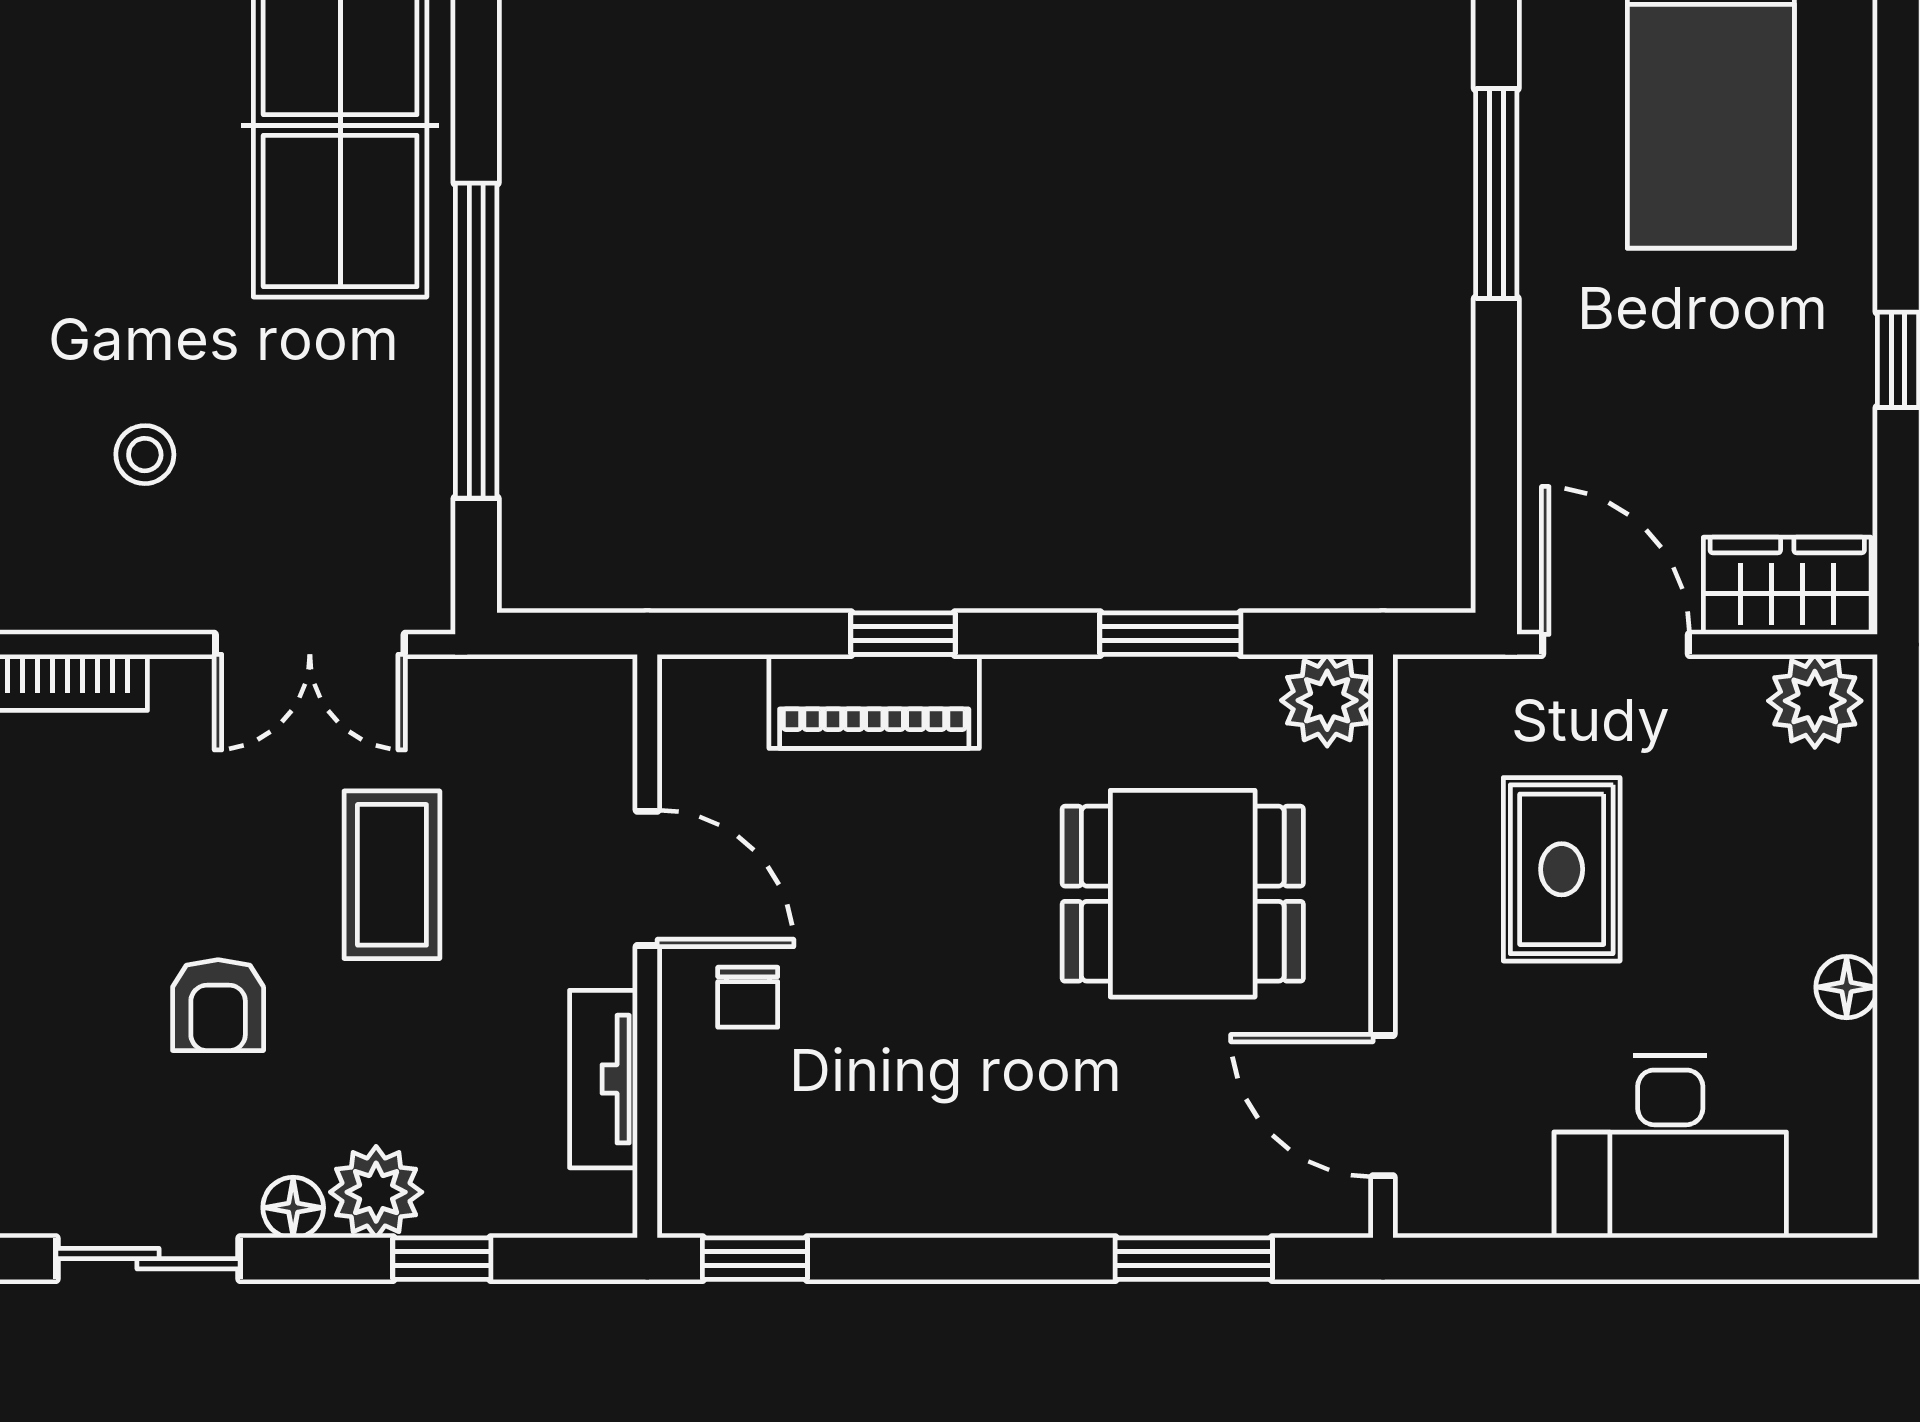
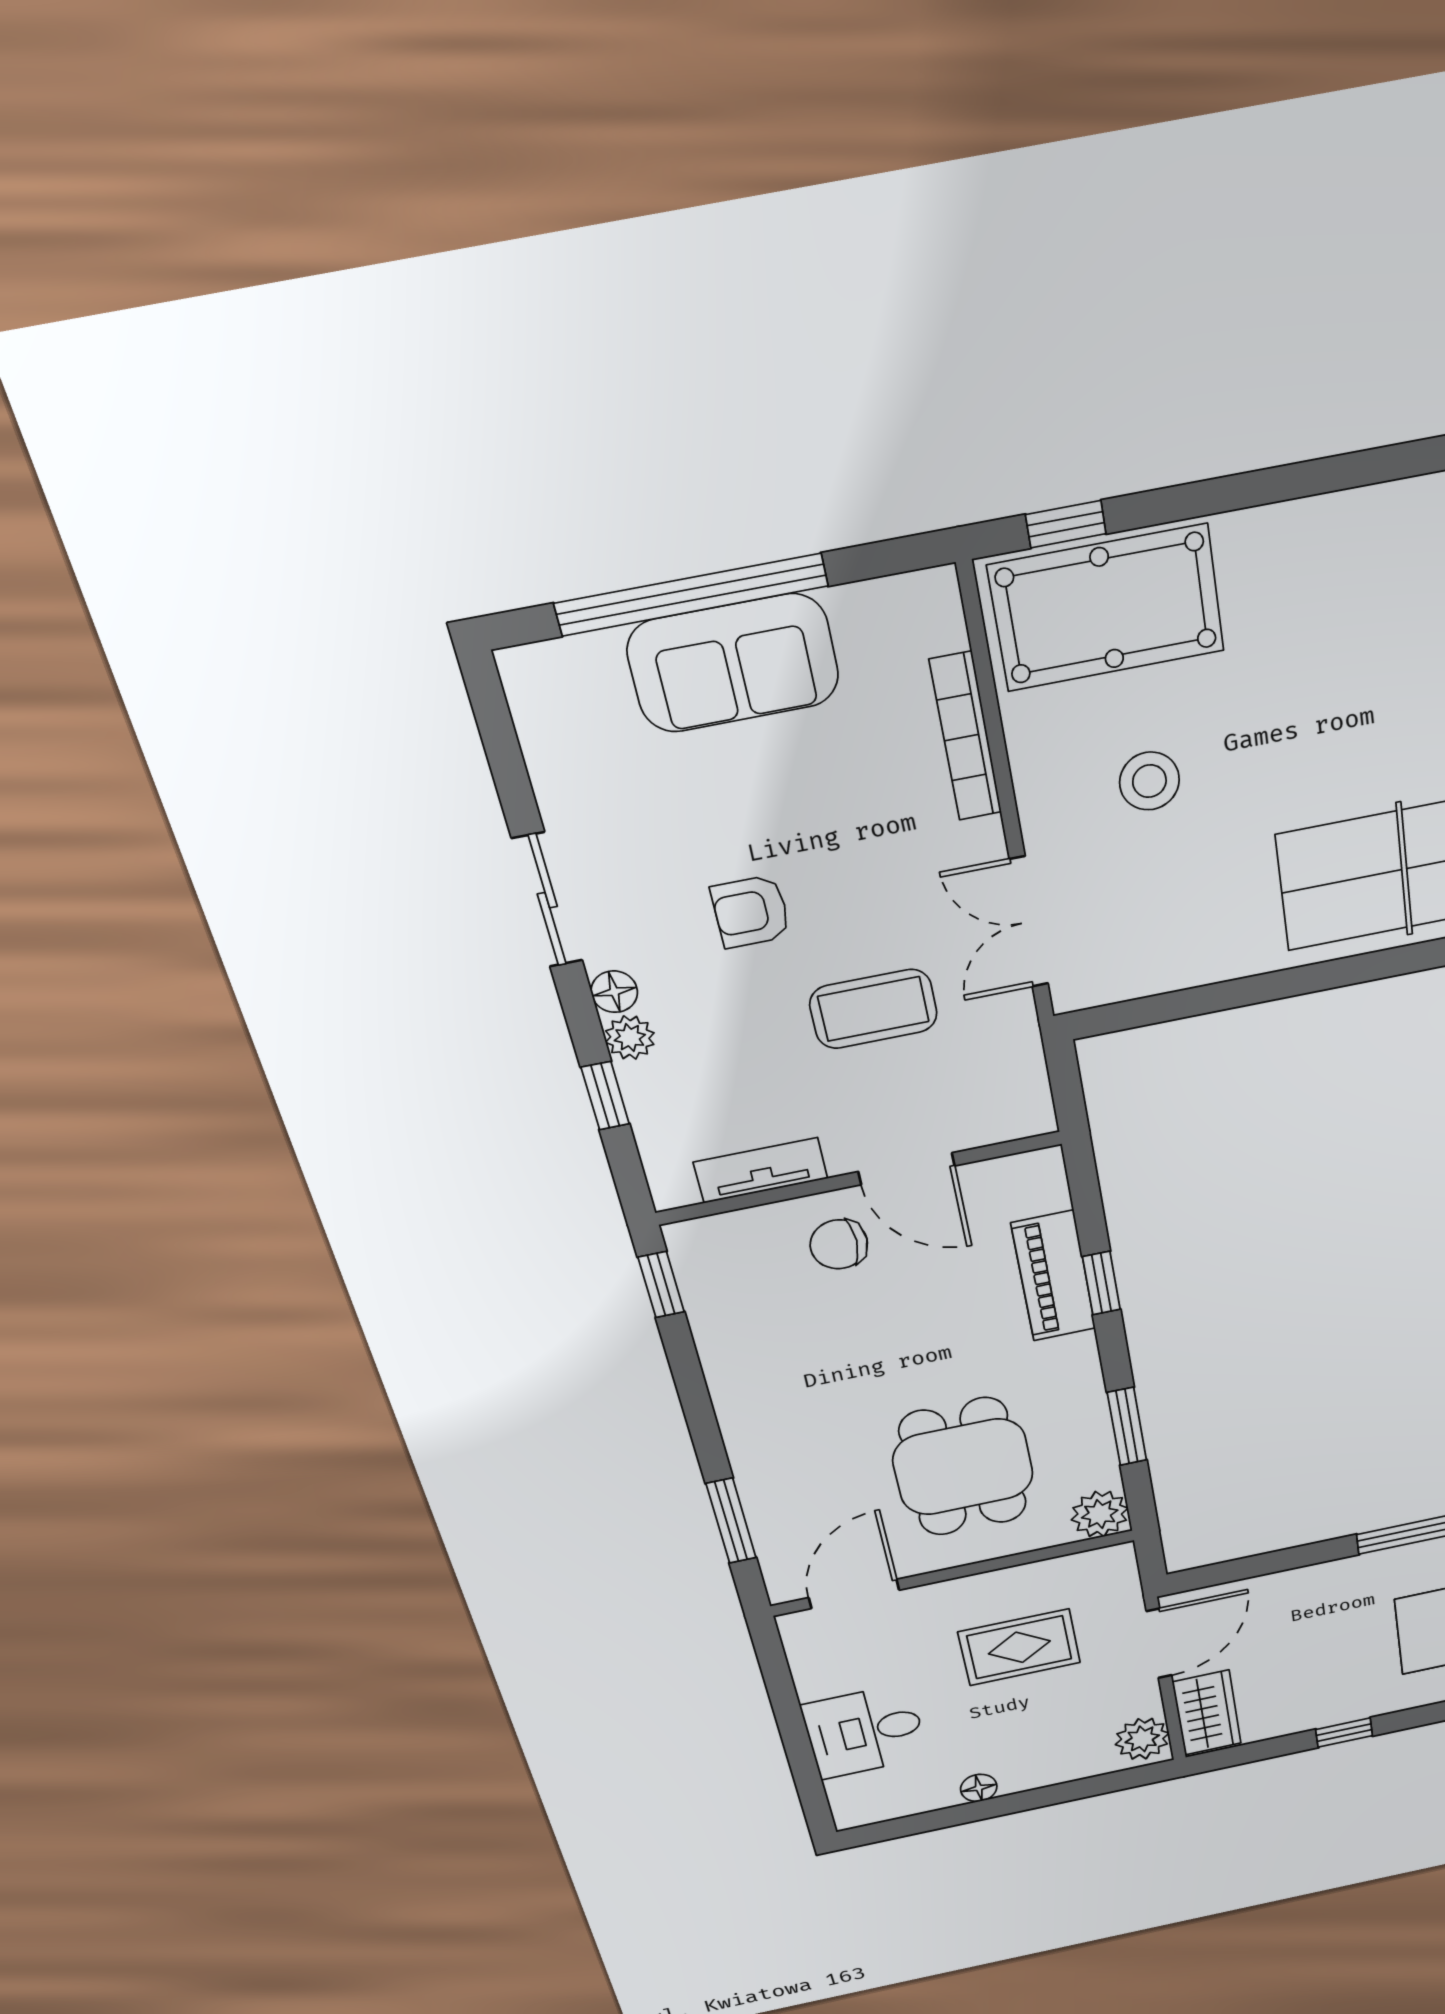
window: (476, 341) -> (1262, 988), removed
stool: (145, 455) -> (1149, 781), width x1.37, depth x1.37
door: (647, 878) -> (907, 1169), hinge flipped
chair: (748, 997) -> (839, 1244), width x1.37, depth x1.37
desk: (1670, 1147) -> (865, 1731), width x0.73
plant: (376, 1192) -> (630, 1038), width x0.73, depth x0.73

